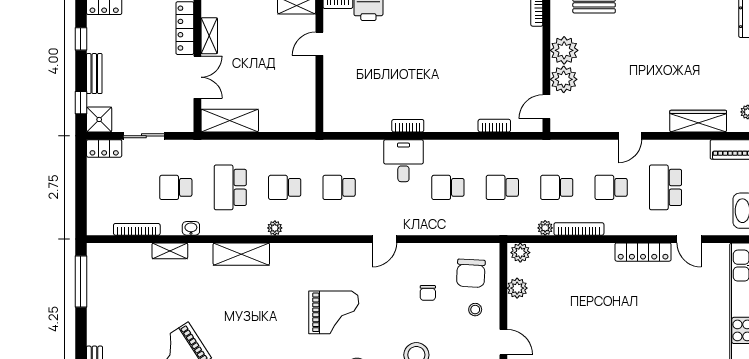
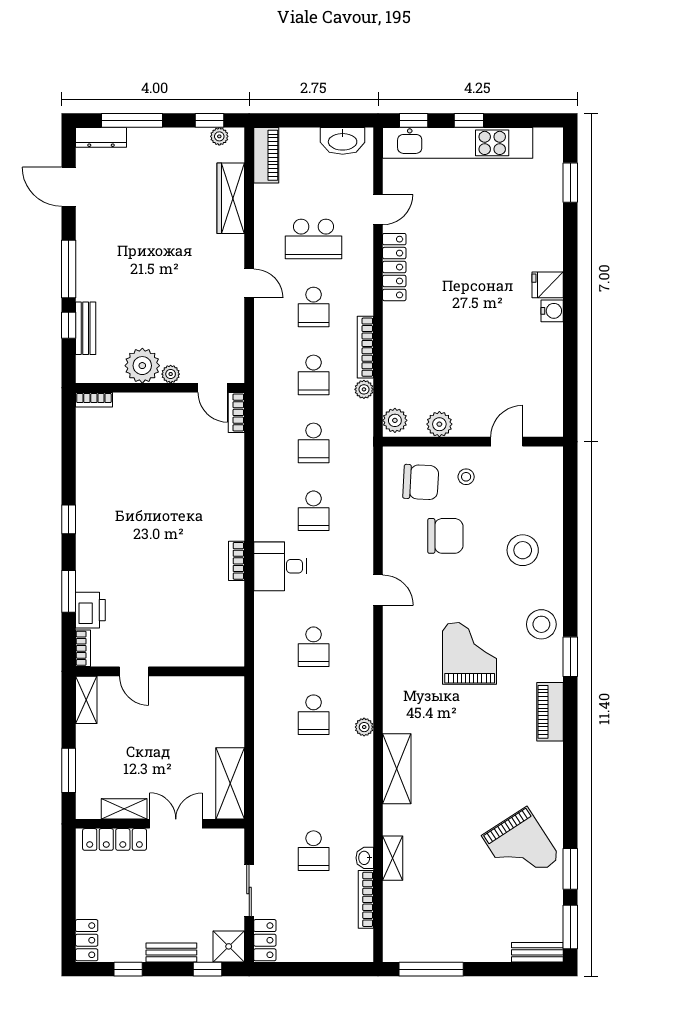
plant: (564, 79) -> (171, 374), width x0.53, depth x0.53
bookcase: (494, 126) -> (236, 412), moved
school desk: (230, 187) -> (314, 783), removed
washbasin: (191, 228) -> (365, 858), moved
chair: (428, 293) -> (445, 536), width x1.87, depth x1.87

